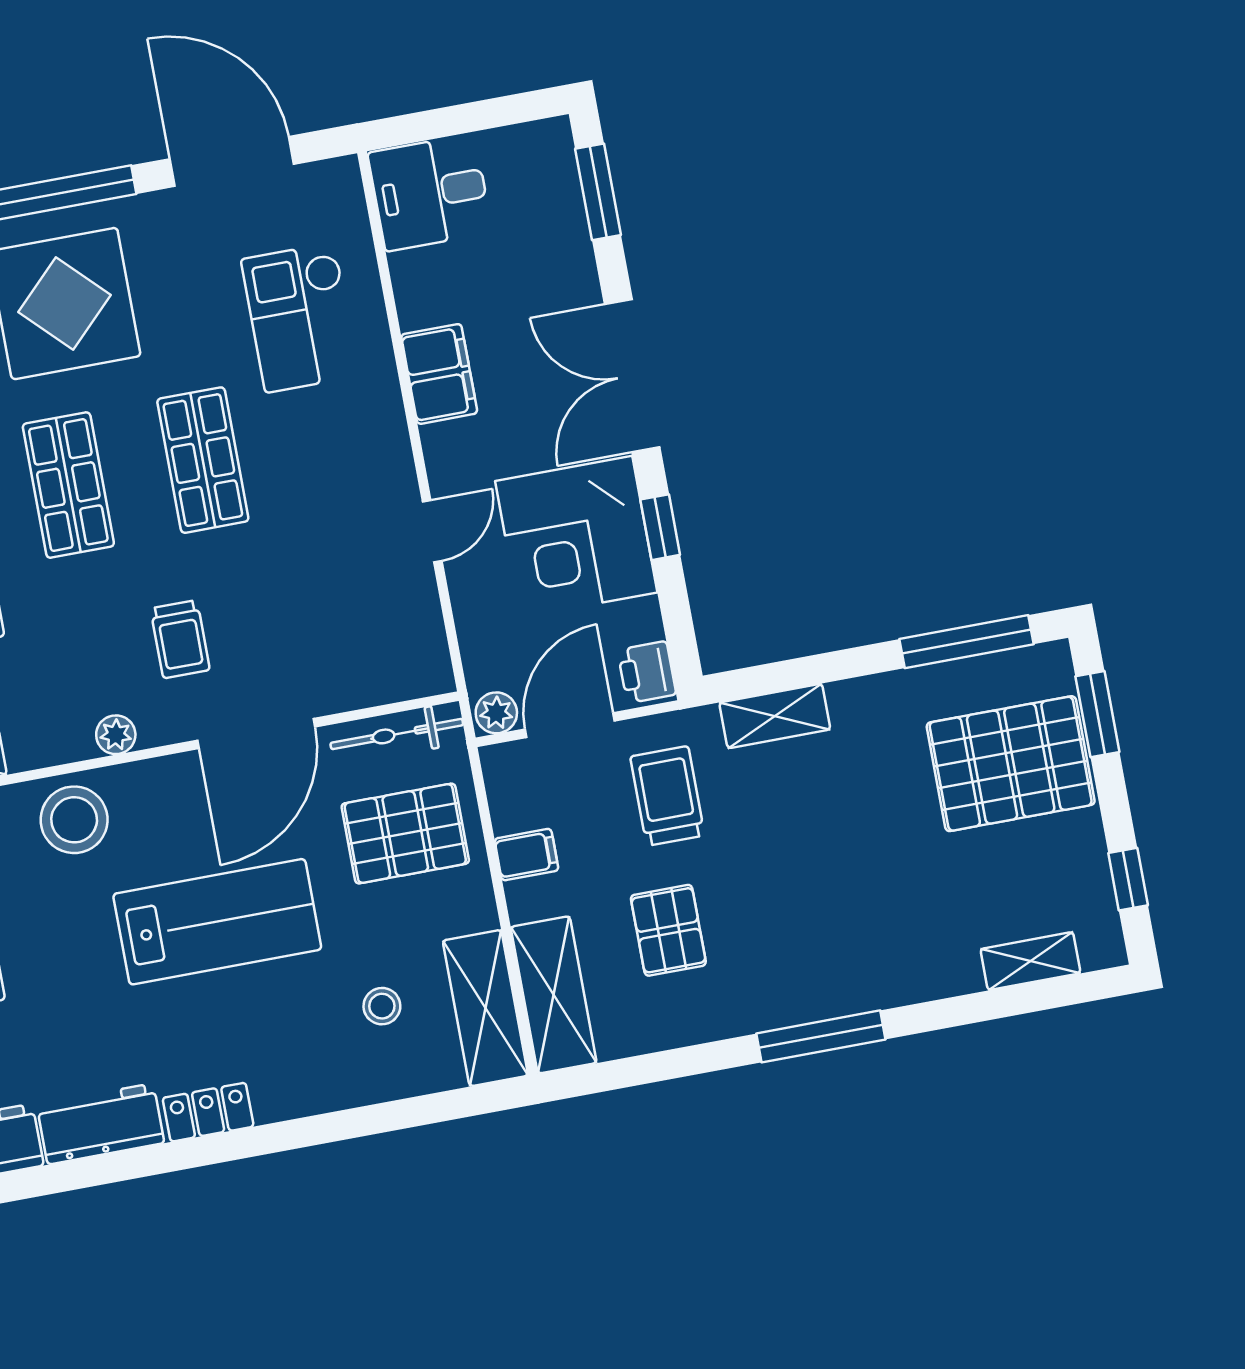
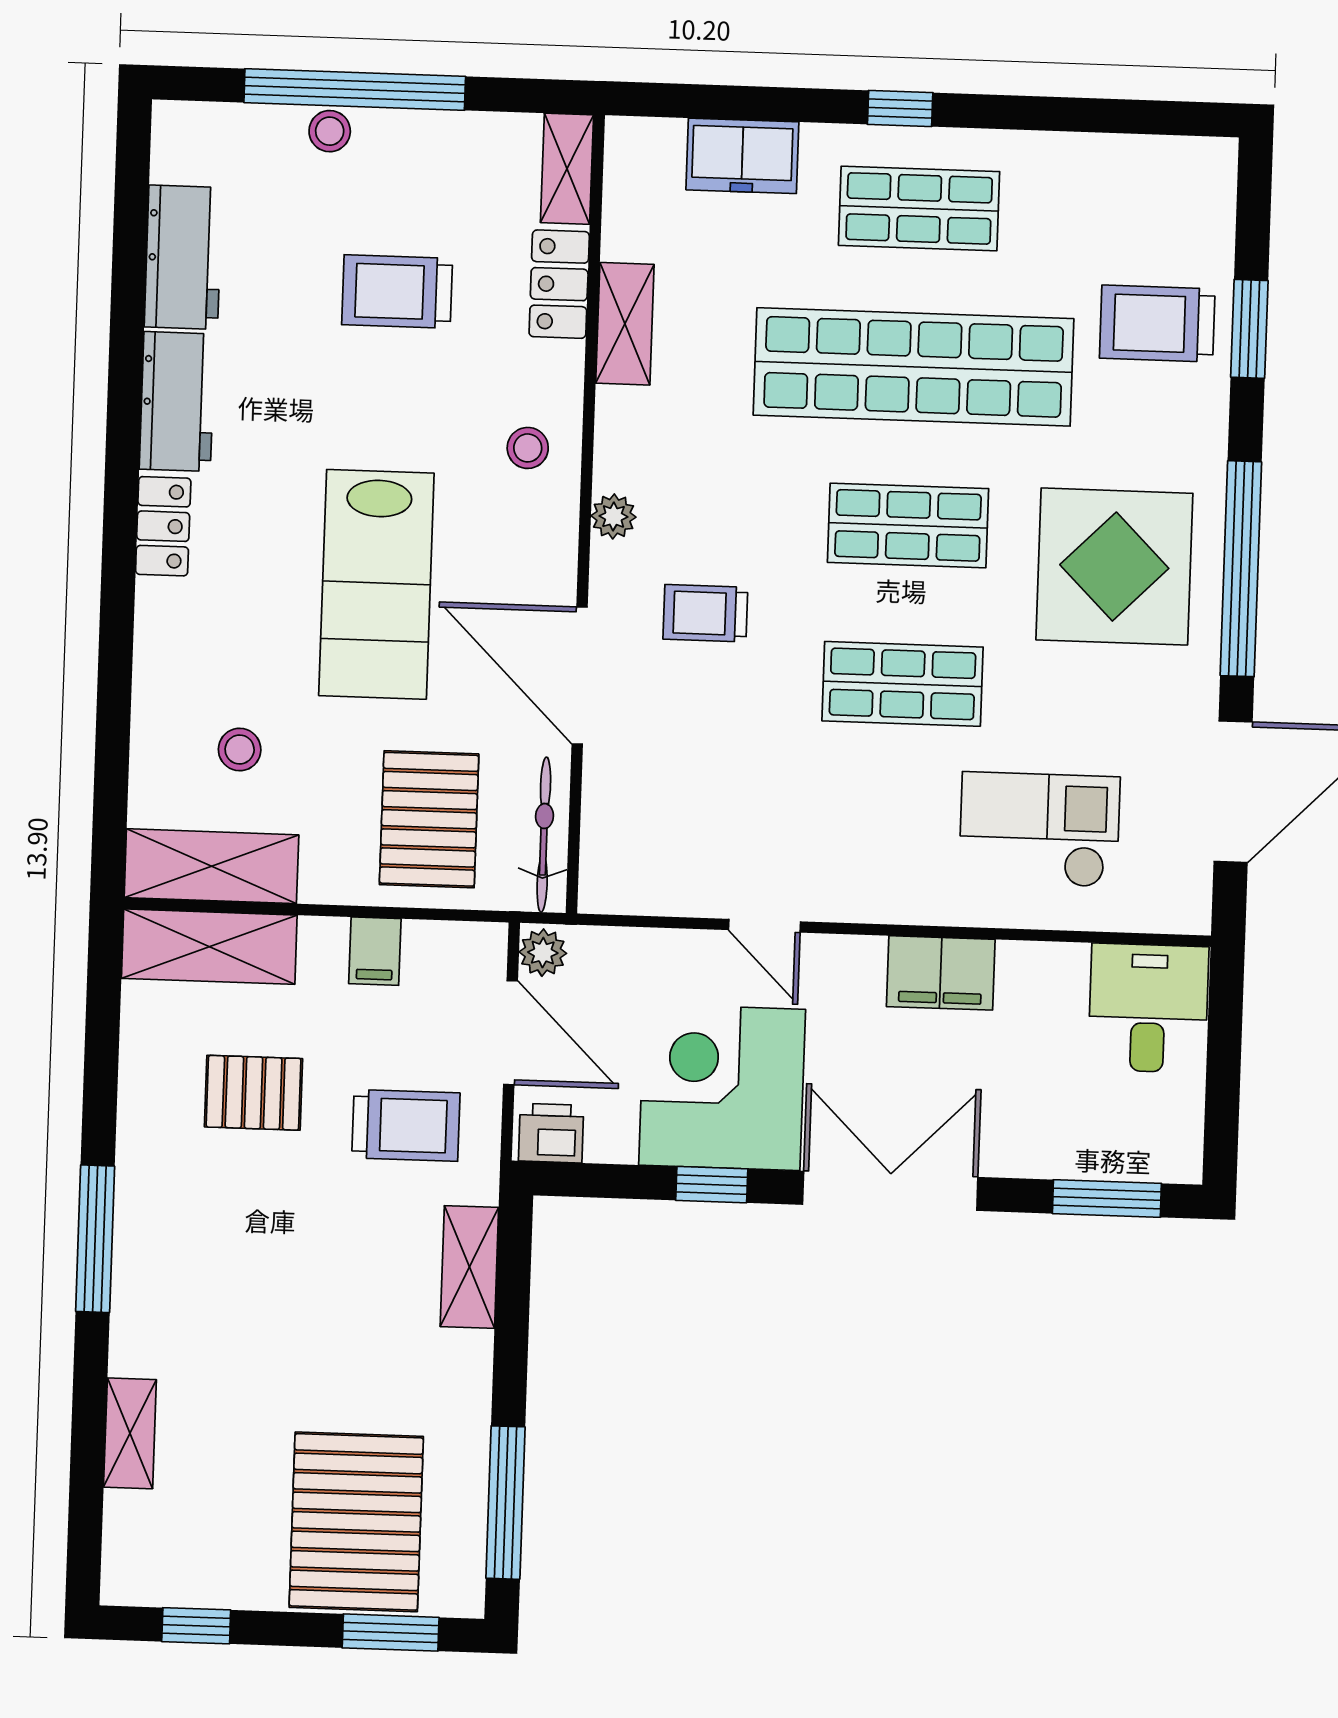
stool: (74, 820) -> (528, 448), width x0.53, depth x0.53
shelving: (1030, 961) -> (130, 1433), moved

